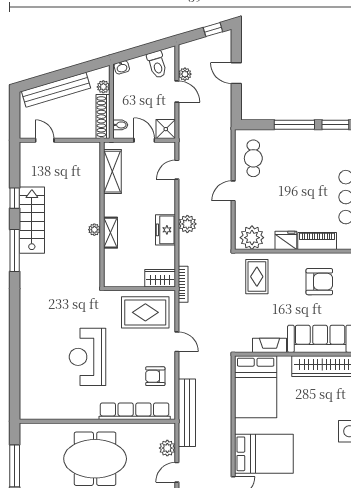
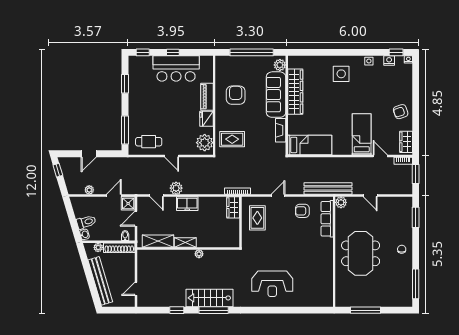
toilet: (157, 65) -> (86, 222), moved
door: (177, 92) -> (114, 196), moved
window: (294, 125) -> (125, 130), moved
stairs: (32, 220) -> (209, 298), moved
plant: (187, 224) -> (176, 188), moved
freezer: (166, 230) -> (187, 204), moved
shelving: (111, 233) -> (185, 242), moved
rug: (145, 312) -> (257, 218), width x0.73, depth x0.70
reception desk: (87, 357) -> (272, 284), moved
armchair: (155, 376) -> (302, 211), turned 90
bed: (256, 387) -> (310, 145), width x0.67
row of seats: (135, 411) -> (327, 219), width x0.73
plant: (167, 448) -> (341, 202), moved
bed: (264, 454) -> (362, 134), width x0.67

